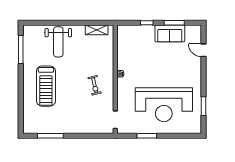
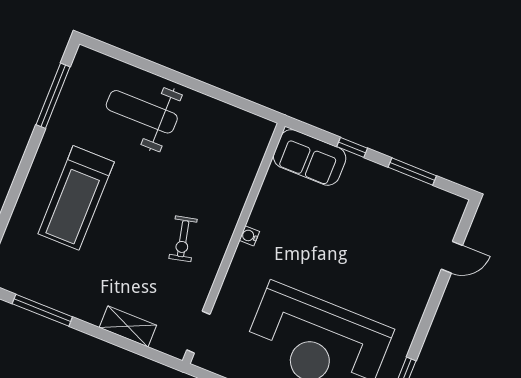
shelving: (97, 30) -> (128, 326), moved
sofa: (170, 33) -> (310, 157), moved
weight bench: (58, 42) -> (142, 112), turned 90
door: (203, 50) -> (452, 257), swing flipped

